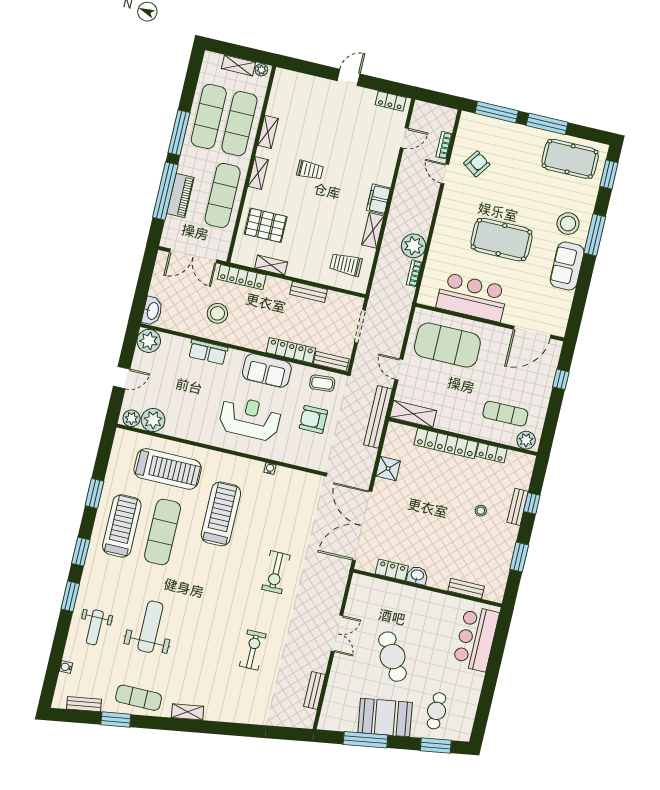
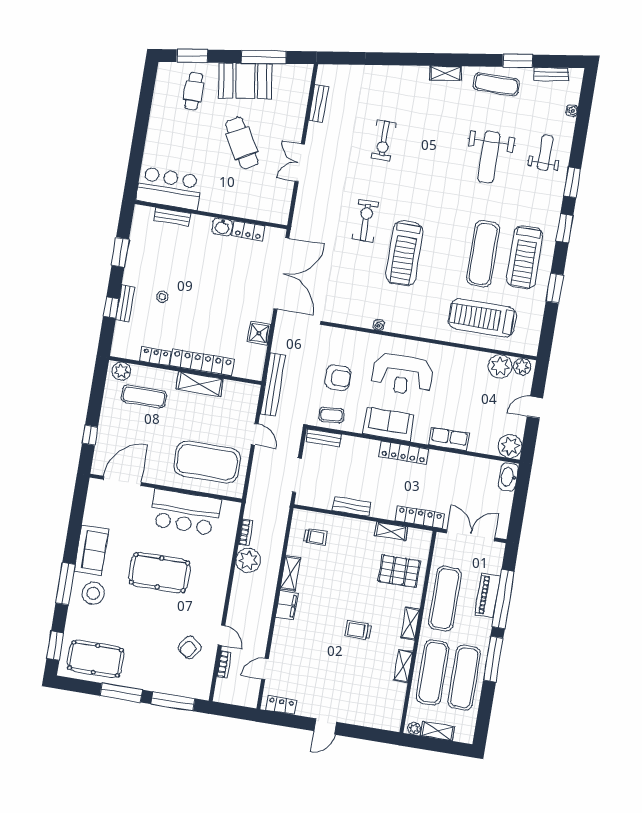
trolley: (346, 264) -> (315, 537), width x0.73, depth x0.72
stool: (217, 313) -> (442, 479), removed
locker: (291, 350) -> (404, 453), moved
shelving: (413, 414) -> (200, 384), moved
treadmill: (221, 514) -> (404, 253), moved
bar counter: (476, 639) -> (169, 188), moved, turned -90

